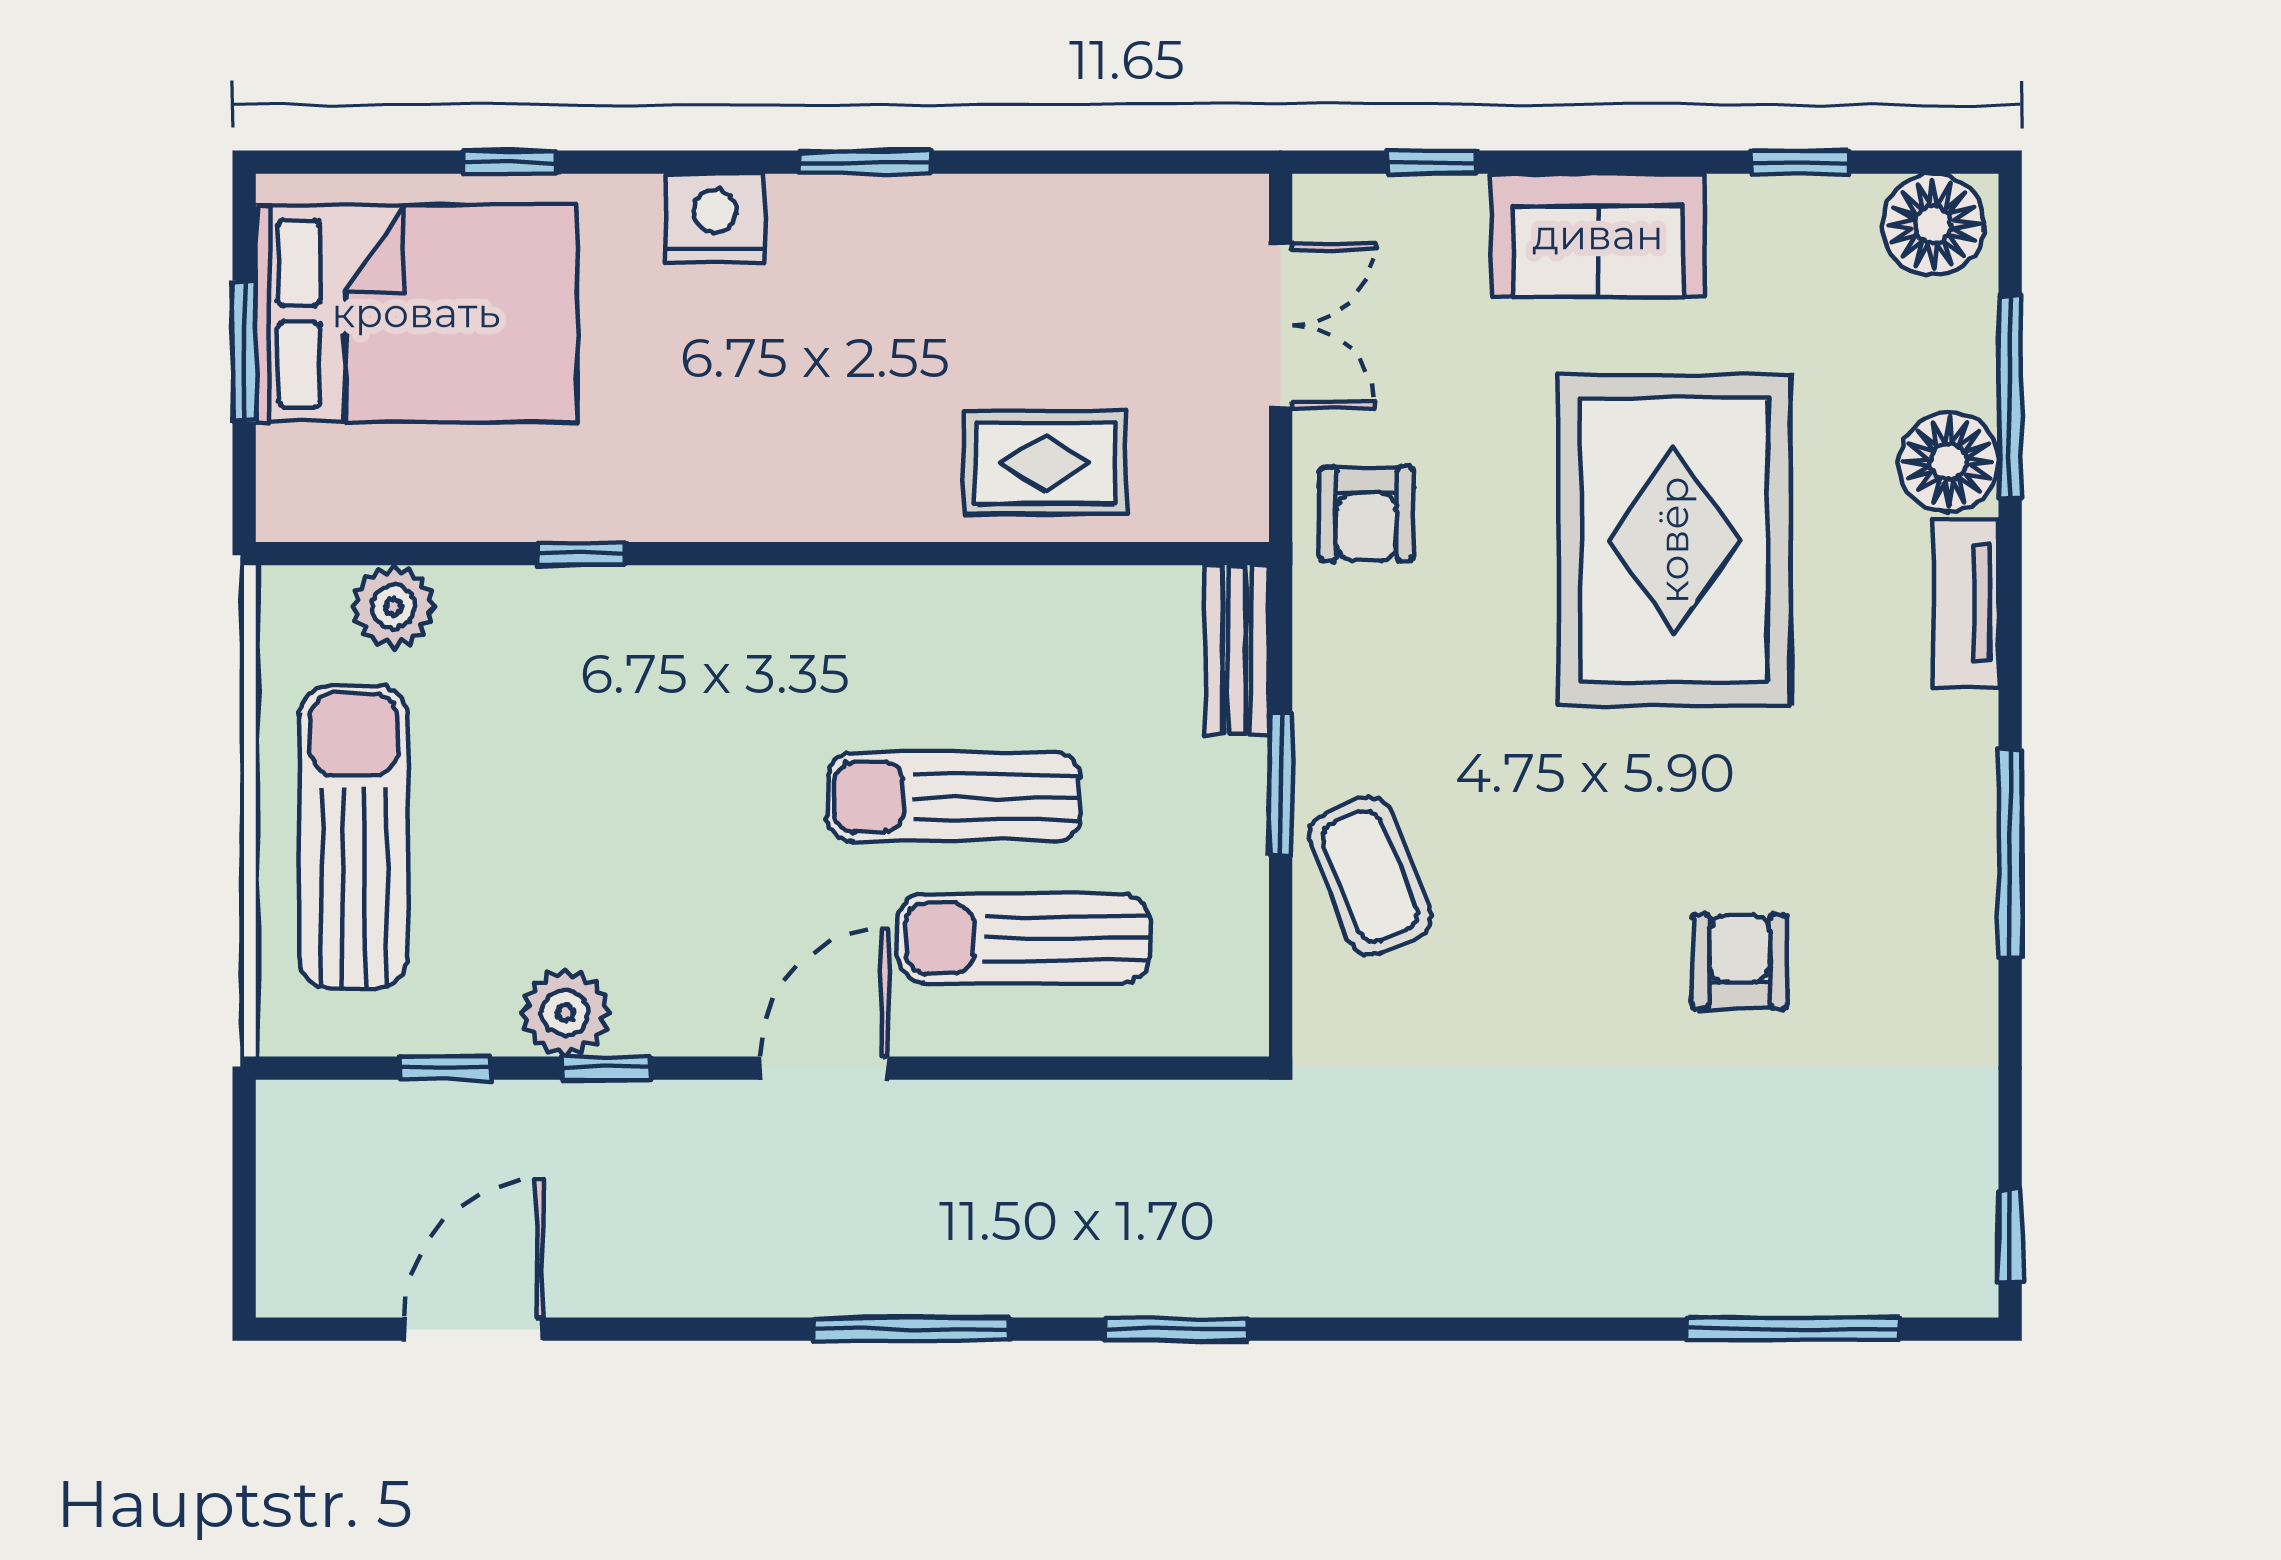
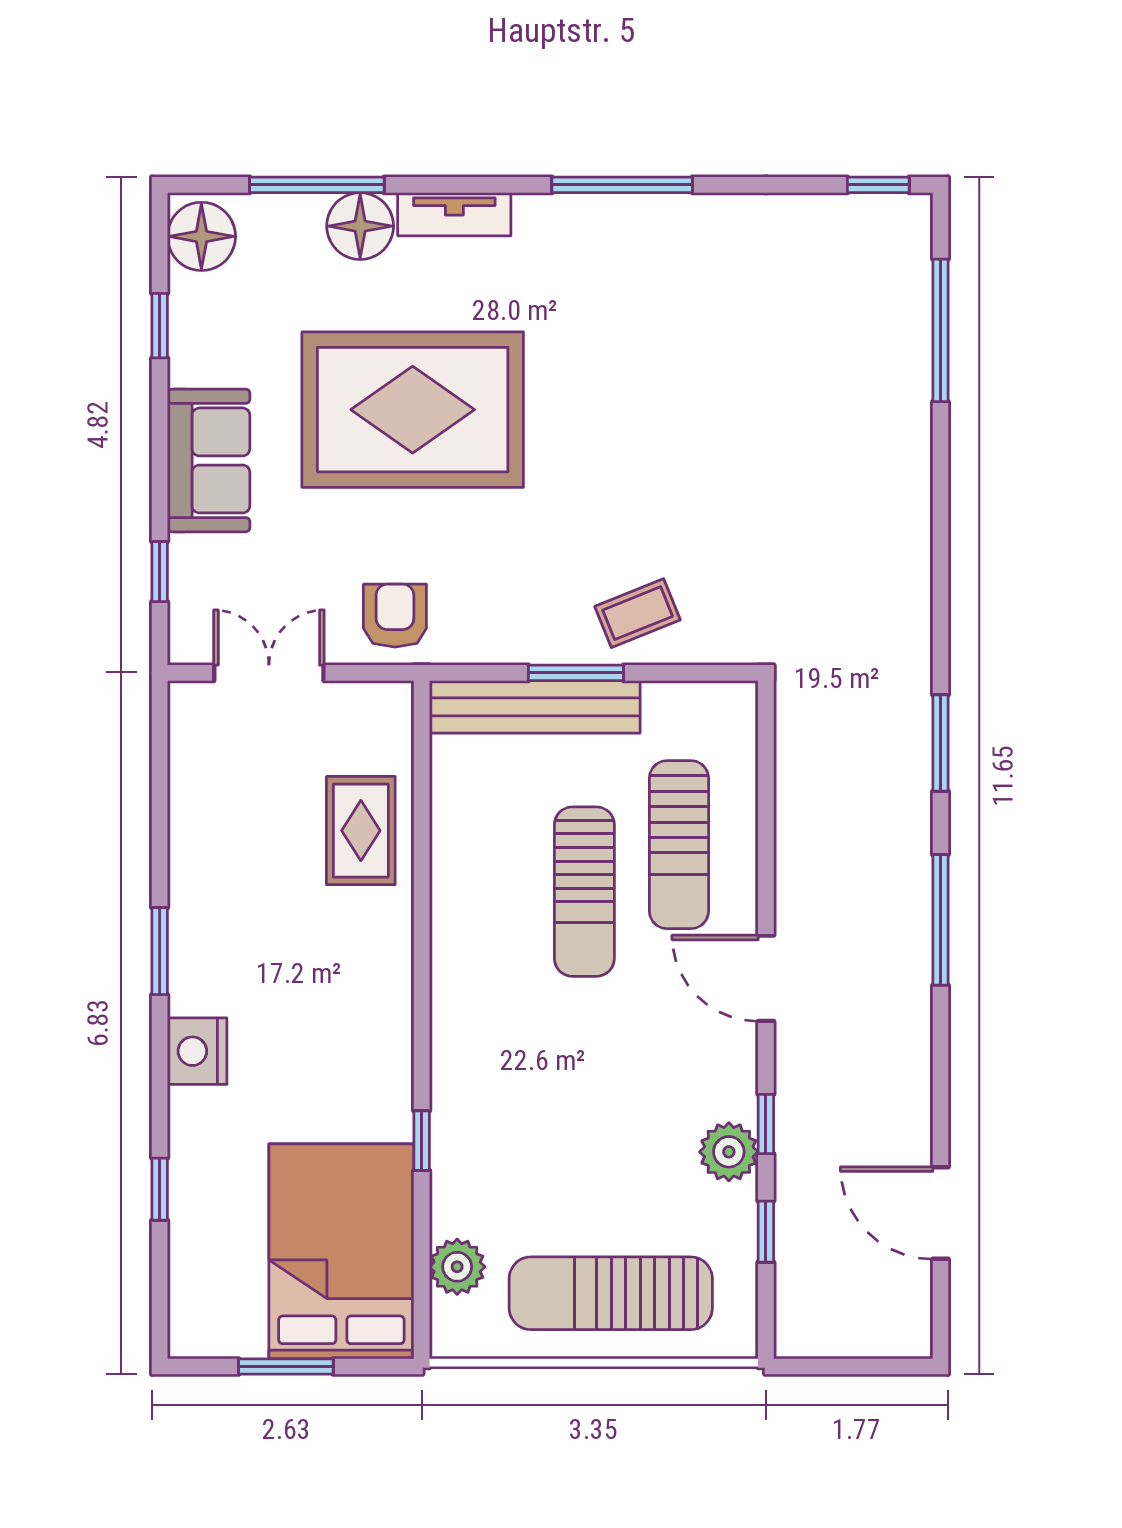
bed: (416, 313) -> (341, 1251), moved
armchair: (1366, 514) -> (395, 616), turned -90
bench: (1237, 650) -> (535, 707), width x1.86, depth x1.21
coffee table: (1370, 876) -> (638, 613), width x0.73, depth x0.77
armchair: (1739, 962) -> (695, 366), removed

